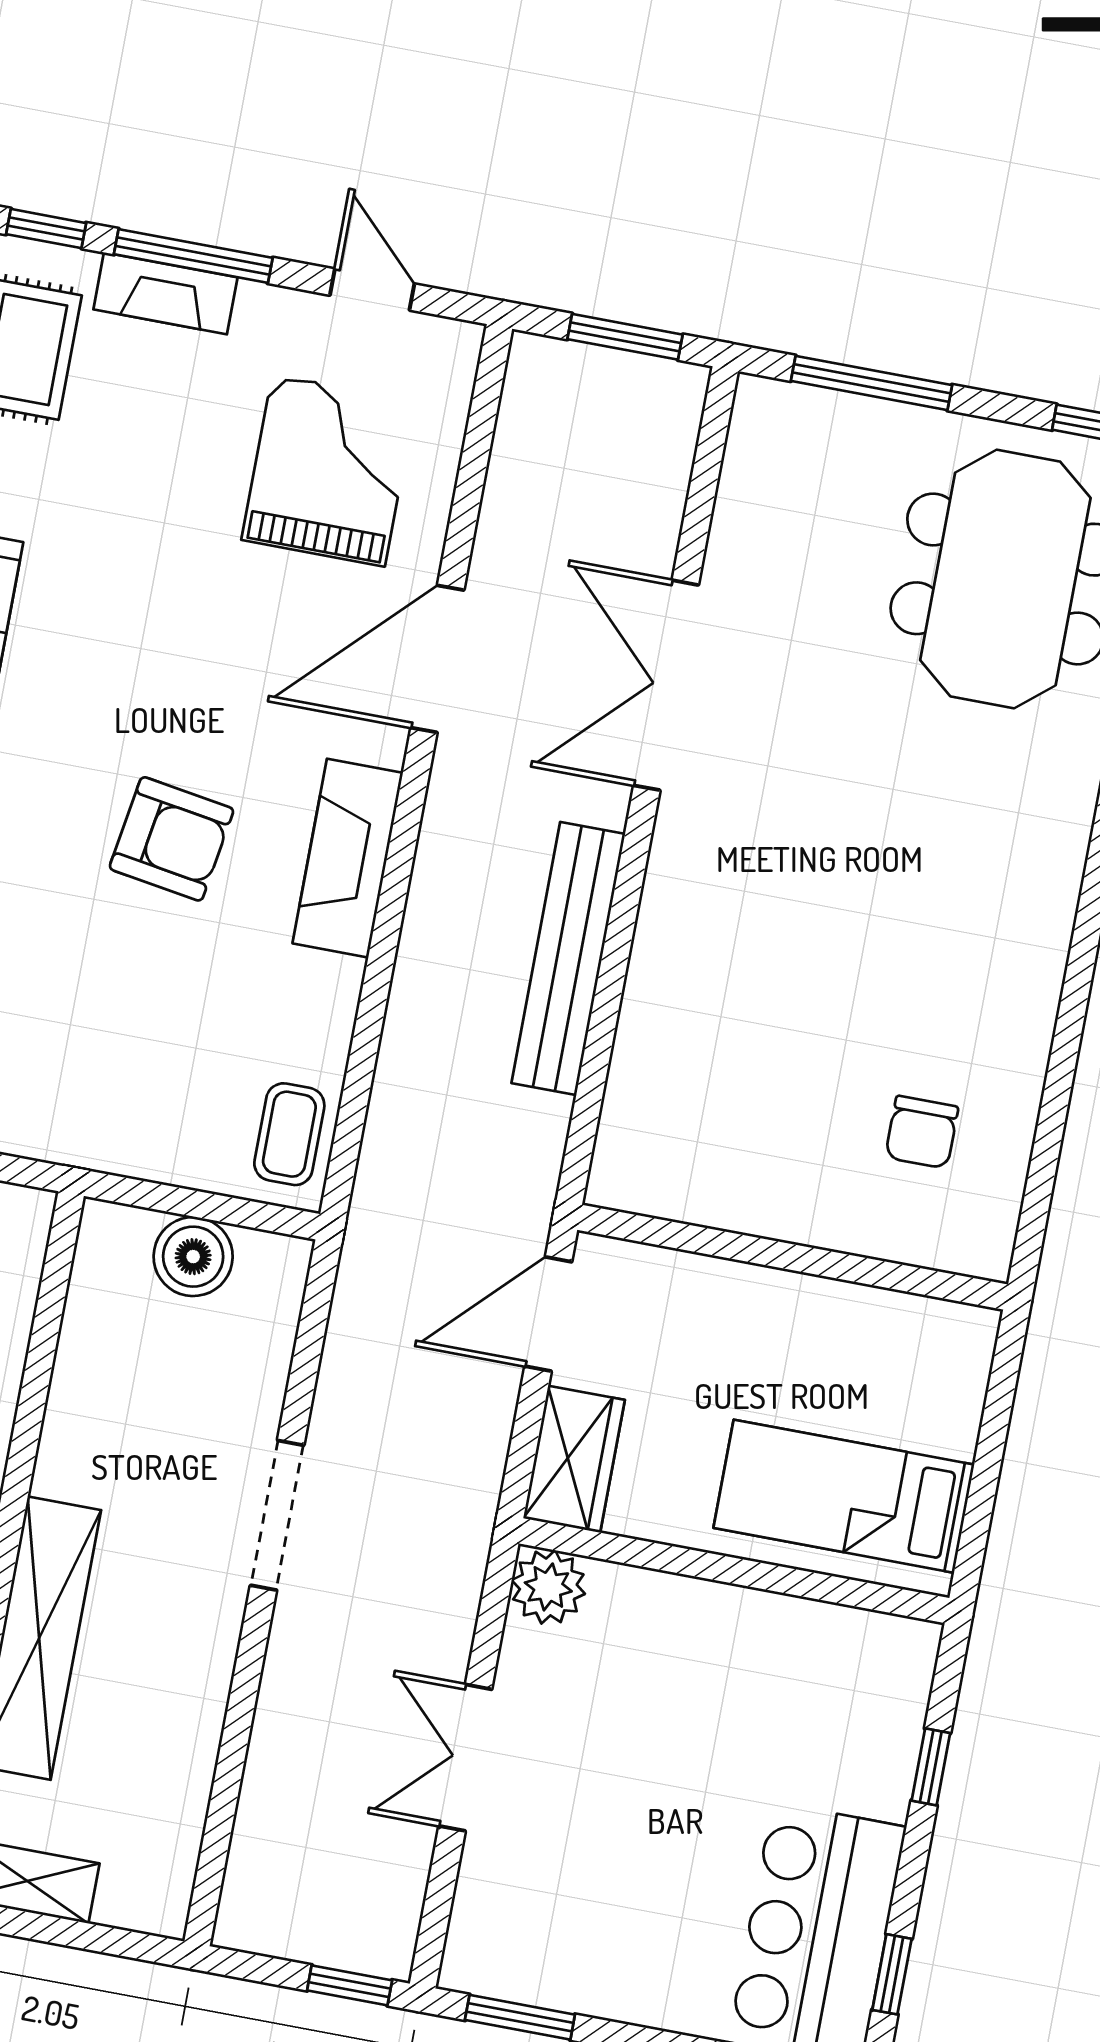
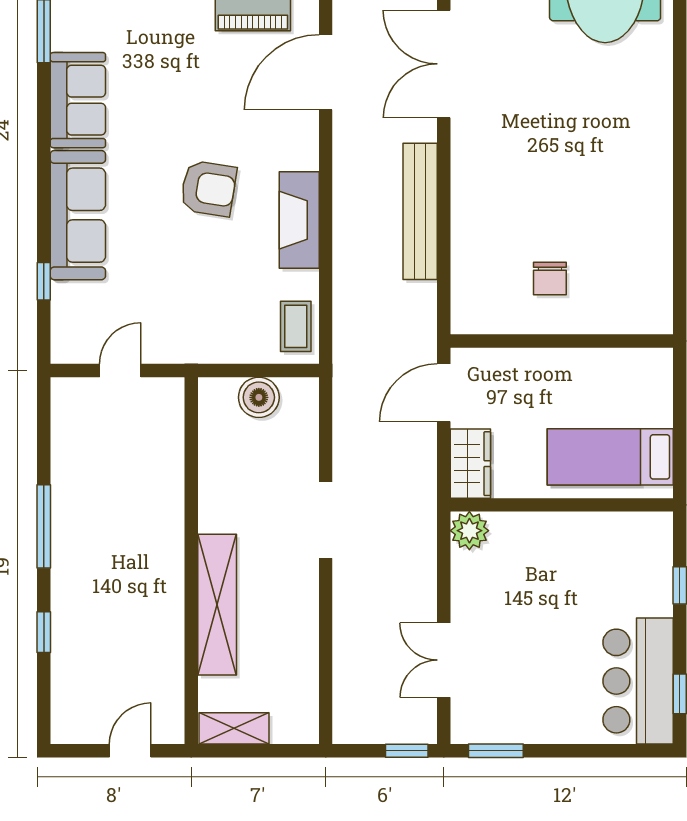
fireplace: (348, 858) -> (299, 220), moved
chair: (922, 1132) -> (550, 279), moved
double door: (465, 1758) -> (444, 660), moved

